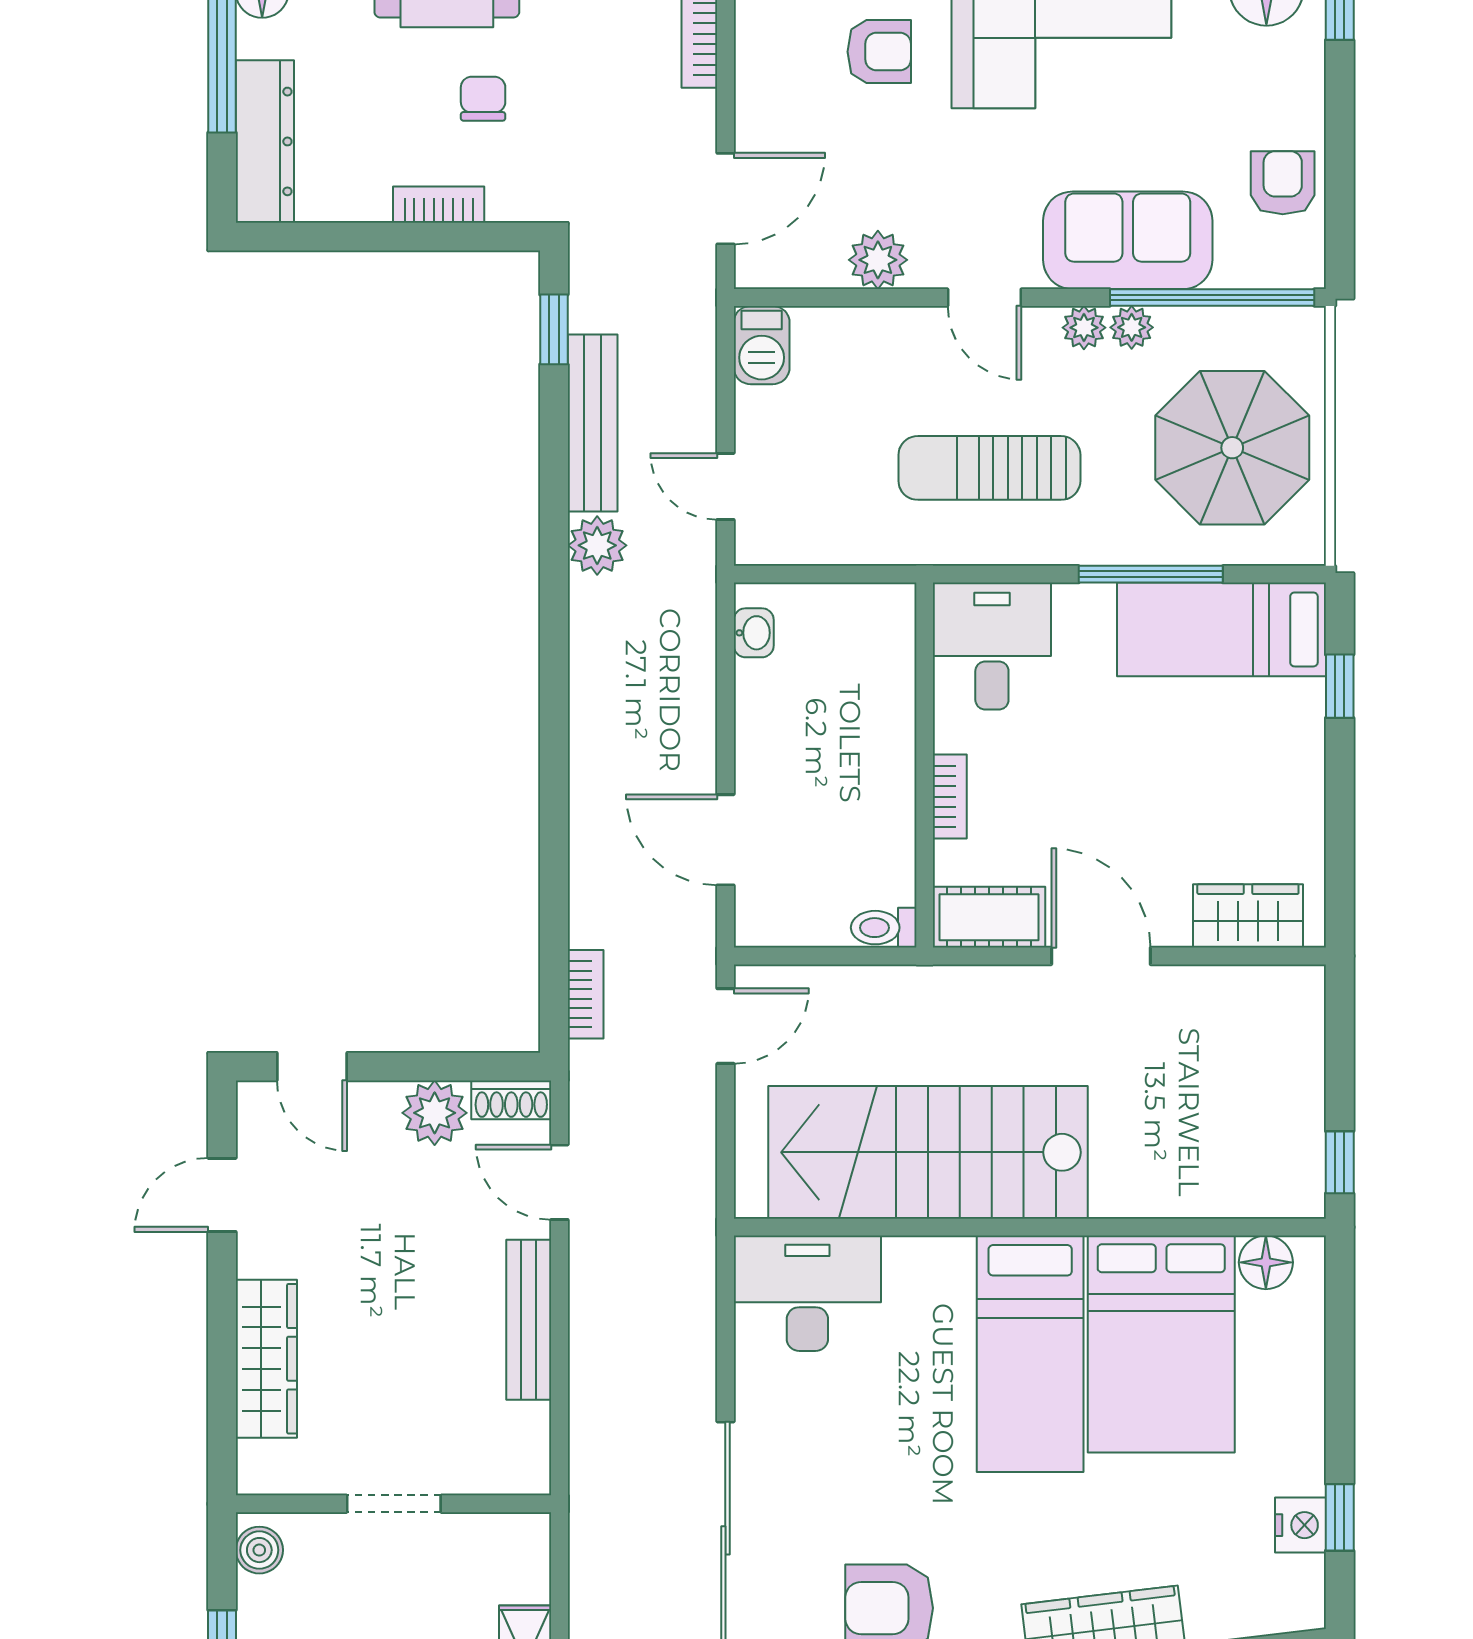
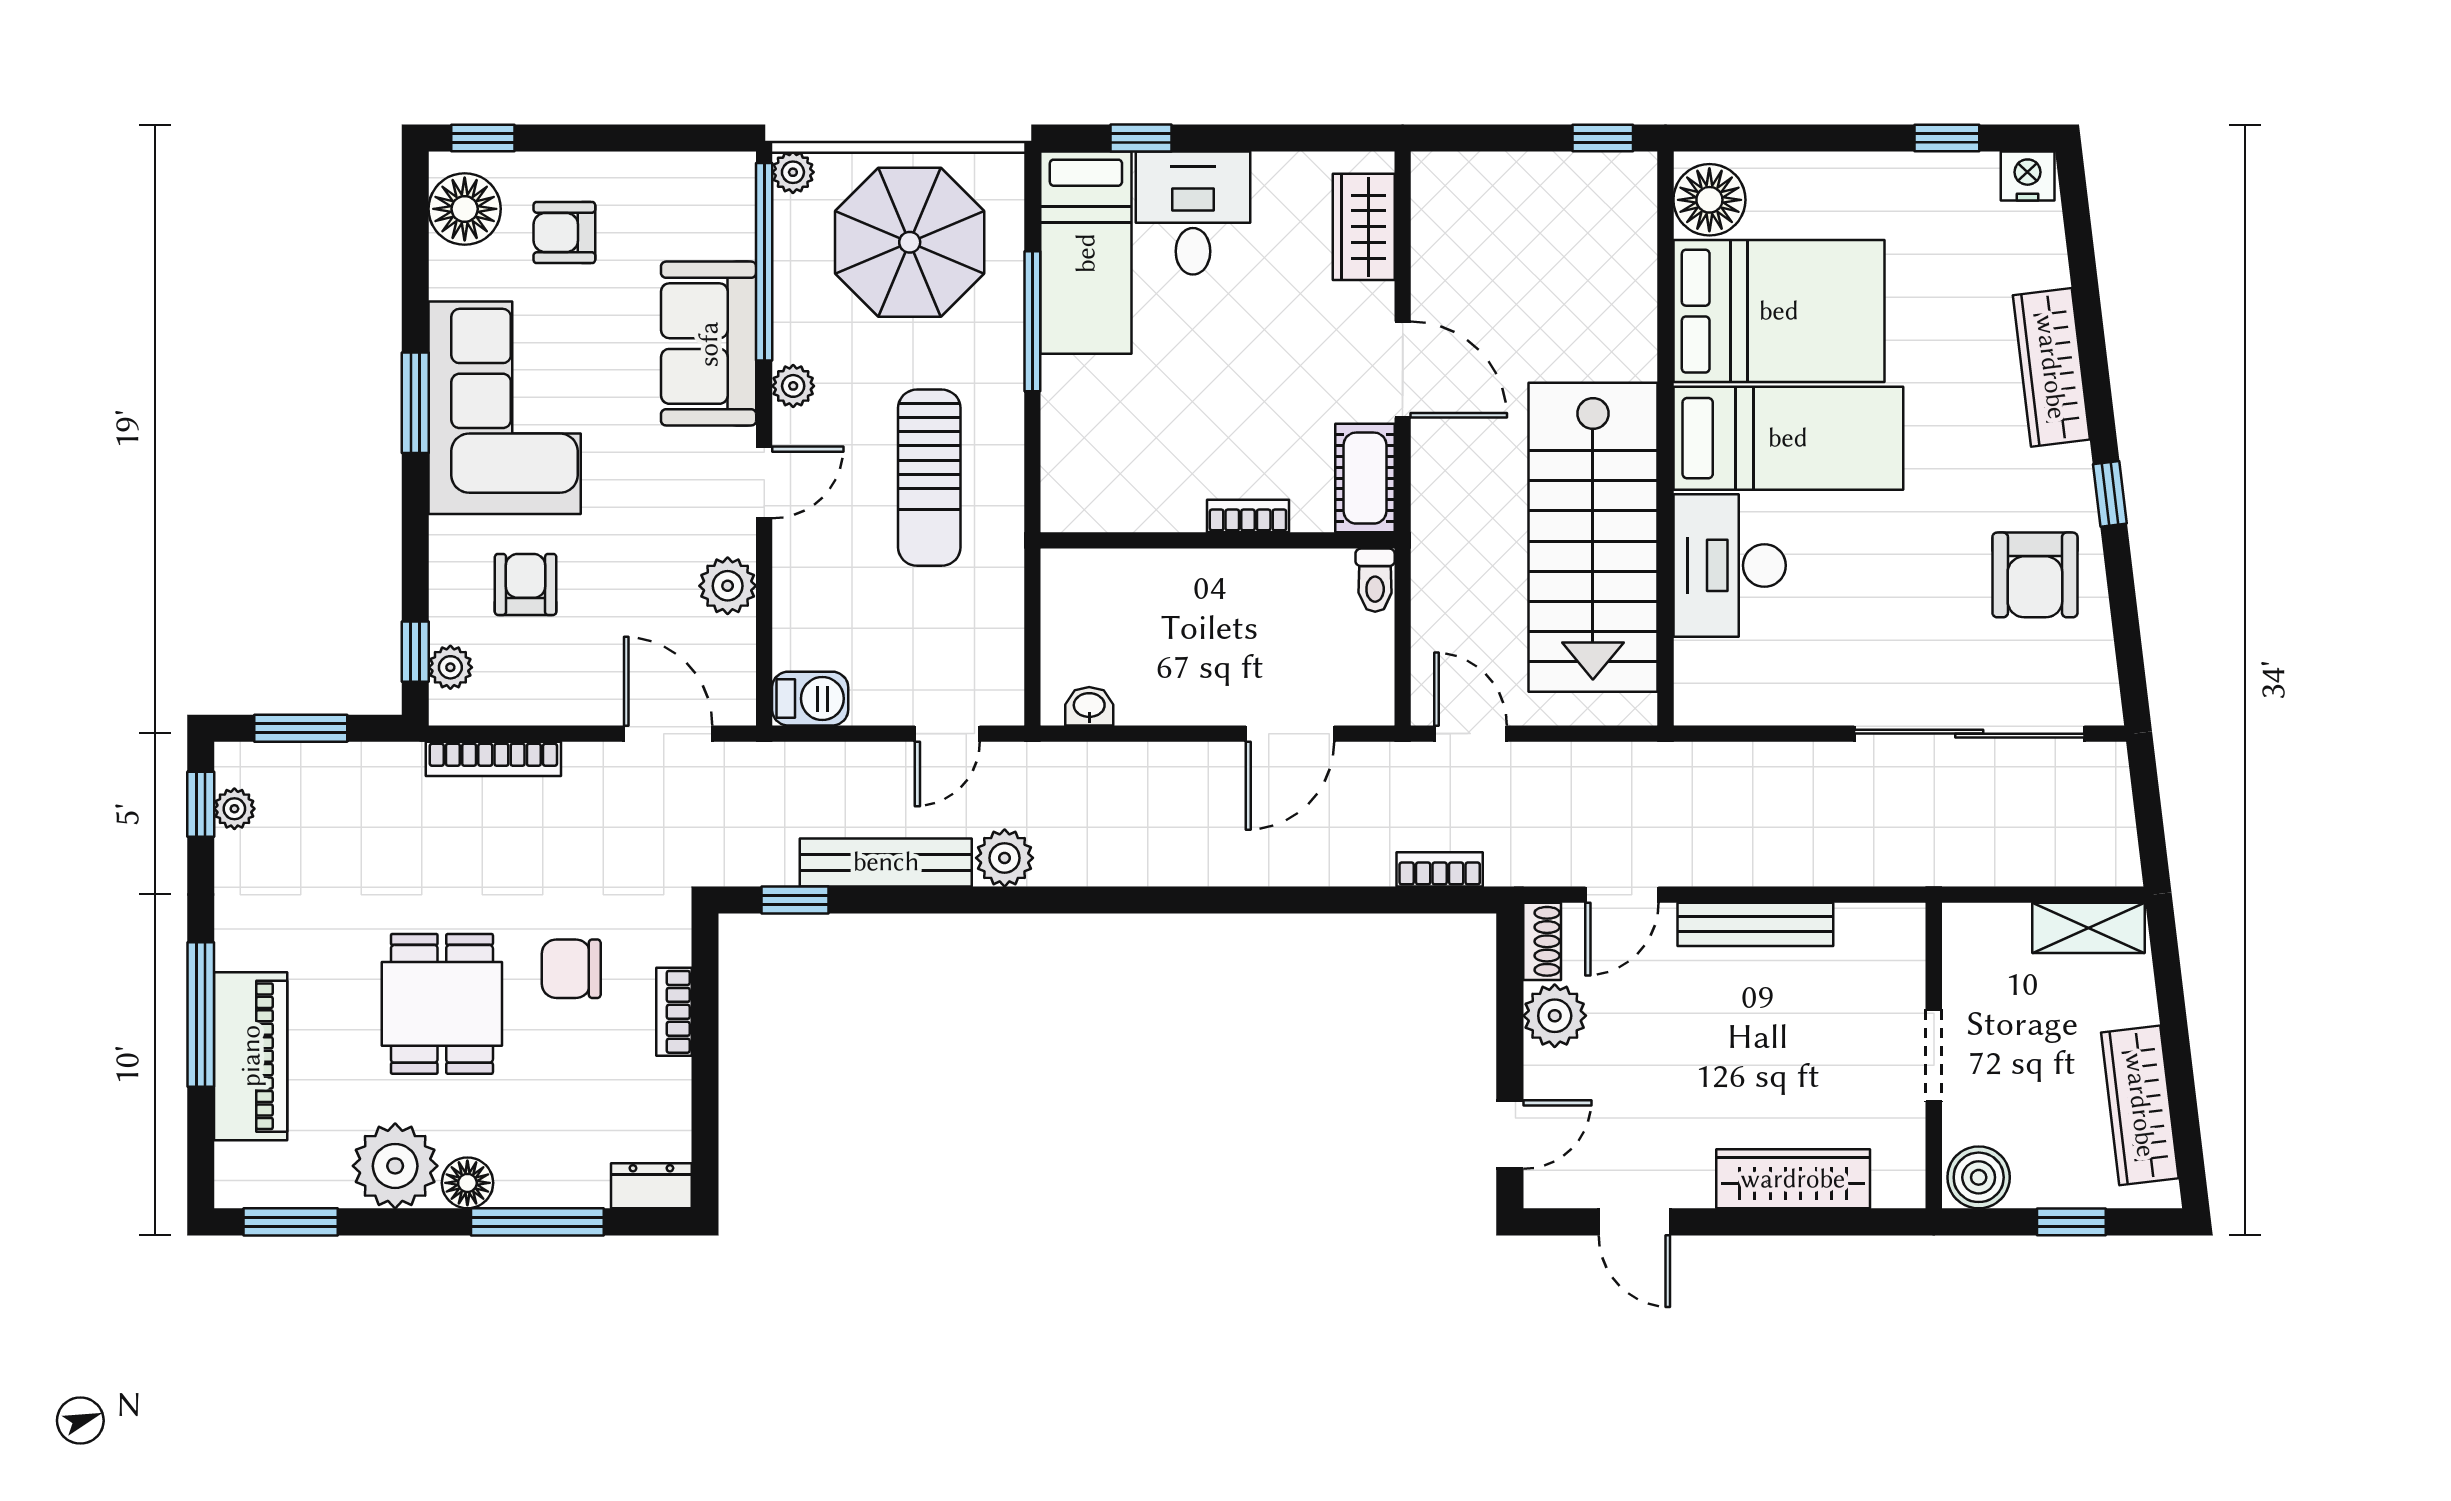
chair: (483, 99) -> (571, 969), width x1.37, depth x1.37
dresser: (265, 141) -> (651, 1186), width x0.51, depth x0.80
armchair: (1283, 183) -> (564, 233), moved
plant: (1132, 327) -> (793, 172), moved
desk: (992, 646) -> (1193, 213), moved, turned 90
door: (1101, 956) -> (1403, 370), swing flipped
floor lamp: (1266, 1262) -> (1709, 200), width x1.38, depth x1.38
desk: (807, 1293) -> (1730, 565), moved
nightstand: (1300, 1525) -> (2028, 176), moved
boiler: (259, 1550) -> (1979, 1177), width x1.36, depth x1.36

